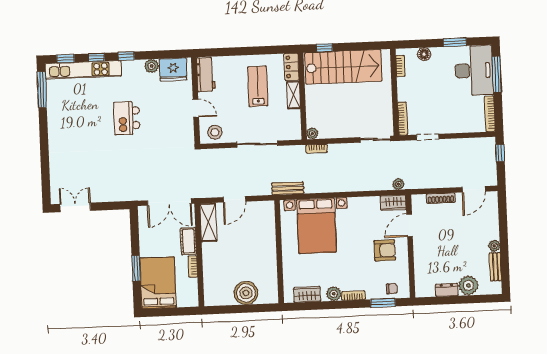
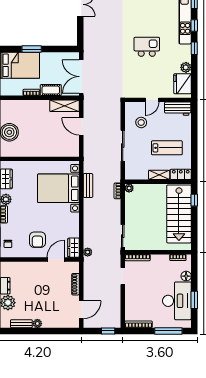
desk: (474, 71) -> (177, 301), moved, turned -90
stool: (215, 132) -> (141, 122), moved
bench: (288, 188) -> (88, 186), moved
door: (474, 189) -> (81, 310), swing flipped
door: (410, 225) -> (56, 259), hinge flipped

